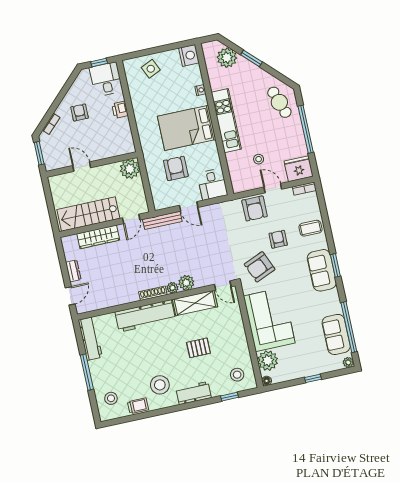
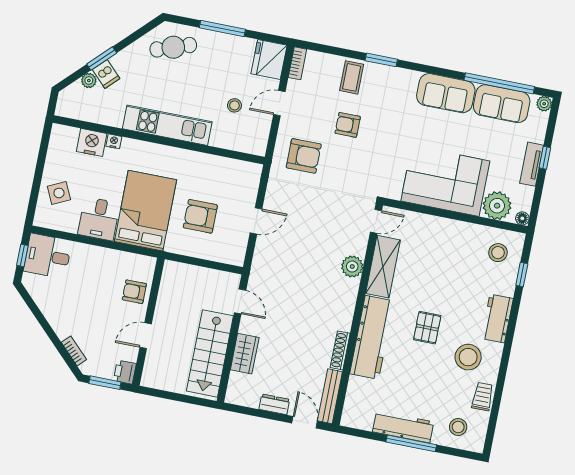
nightstand: (189, 55) -> (92, 142), moved
plant: (227, 58) -> (89, 80), width x0.53, depth x0.53
dishwasher: (243, 66) -> (106, 74), added
printer: (120, 110) -> (125, 372), moved, turned 90
armchair: (79, 113) -> (134, 292), moved
bed: (187, 128) -> (145, 211), moved, turned 180
window: (306, 129) -> (222, 29), width x0.68
plant: (130, 169) -> (175, 275), removed
desk: (212, 184) -> (99, 219), moved, turned 90
armchair: (255, 208) -> (304, 156), moved
bench: (162, 220) -> (330, 396), moved
wardrobe: (98, 237) -> (245, 354), width x0.67
window: (335, 265) -> (381, 60), moved
armchair: (260, 267) -> (373, 164), removed
sofa: (322, 270) -> (446, 93), moved
plant: (172, 288) -> (351, 287), removed
shoe rack: (153, 293) -> (340, 350), moved
workbench: (90, 339) -> (403, 427), moved
pallet: (198, 348) -> (427, 328), moved
tv unit: (305, 371) -> (532, 164), added

